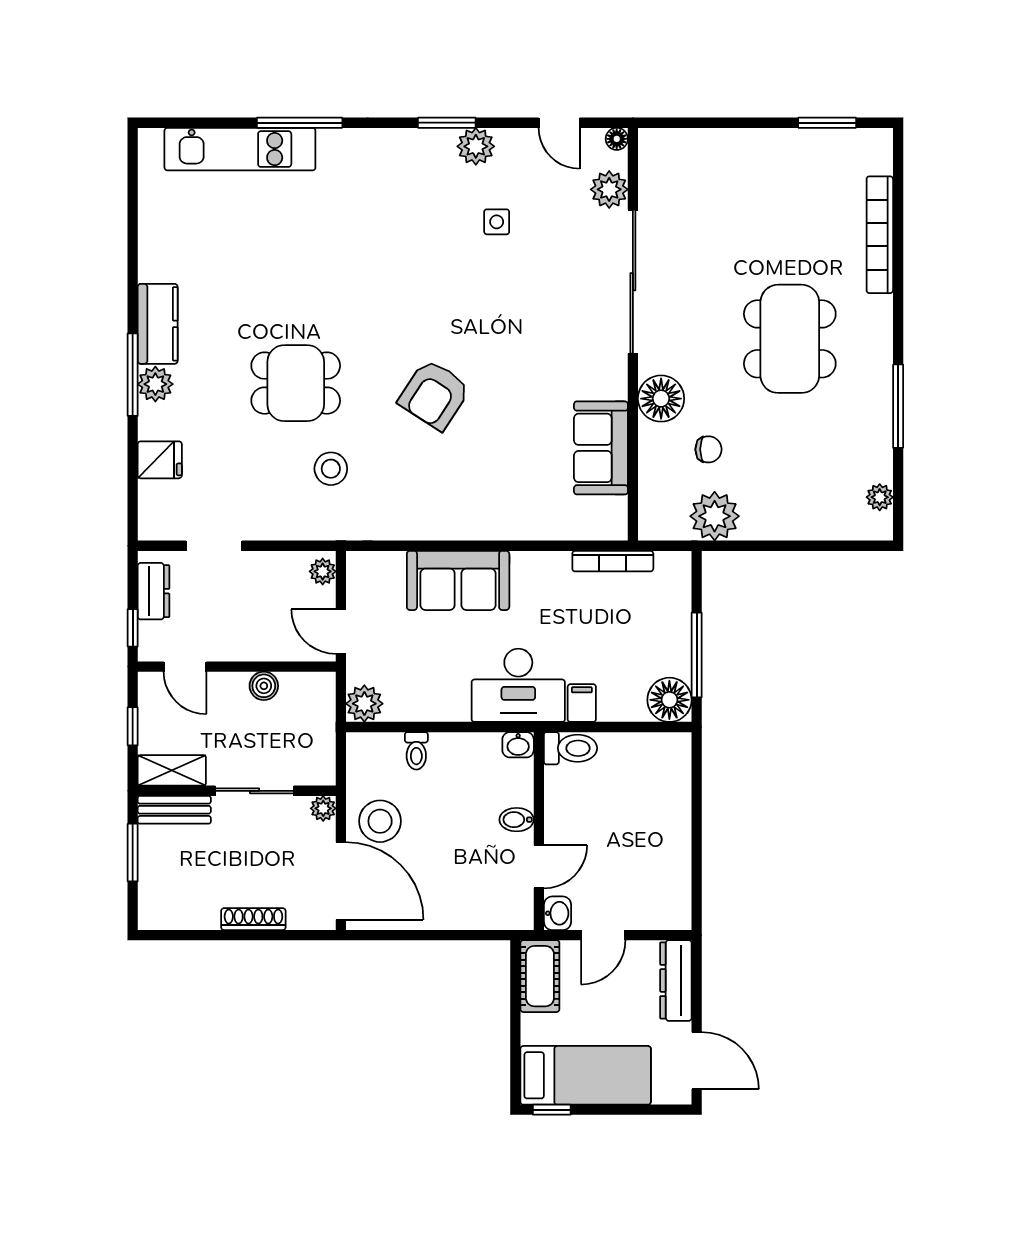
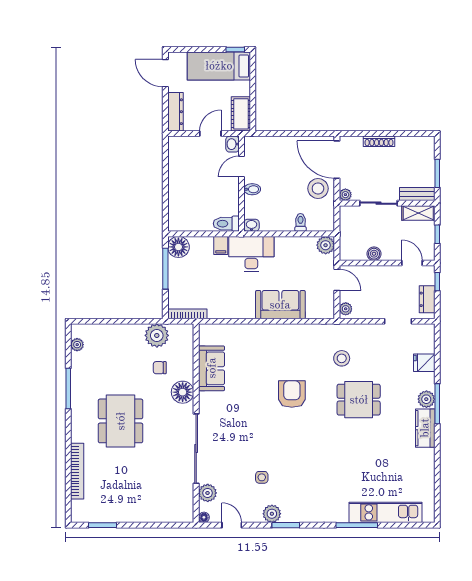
armchair: (434, 395) -> (292, 394), turned -33
bookcase: (613, 561) -> (187, 314), moved

